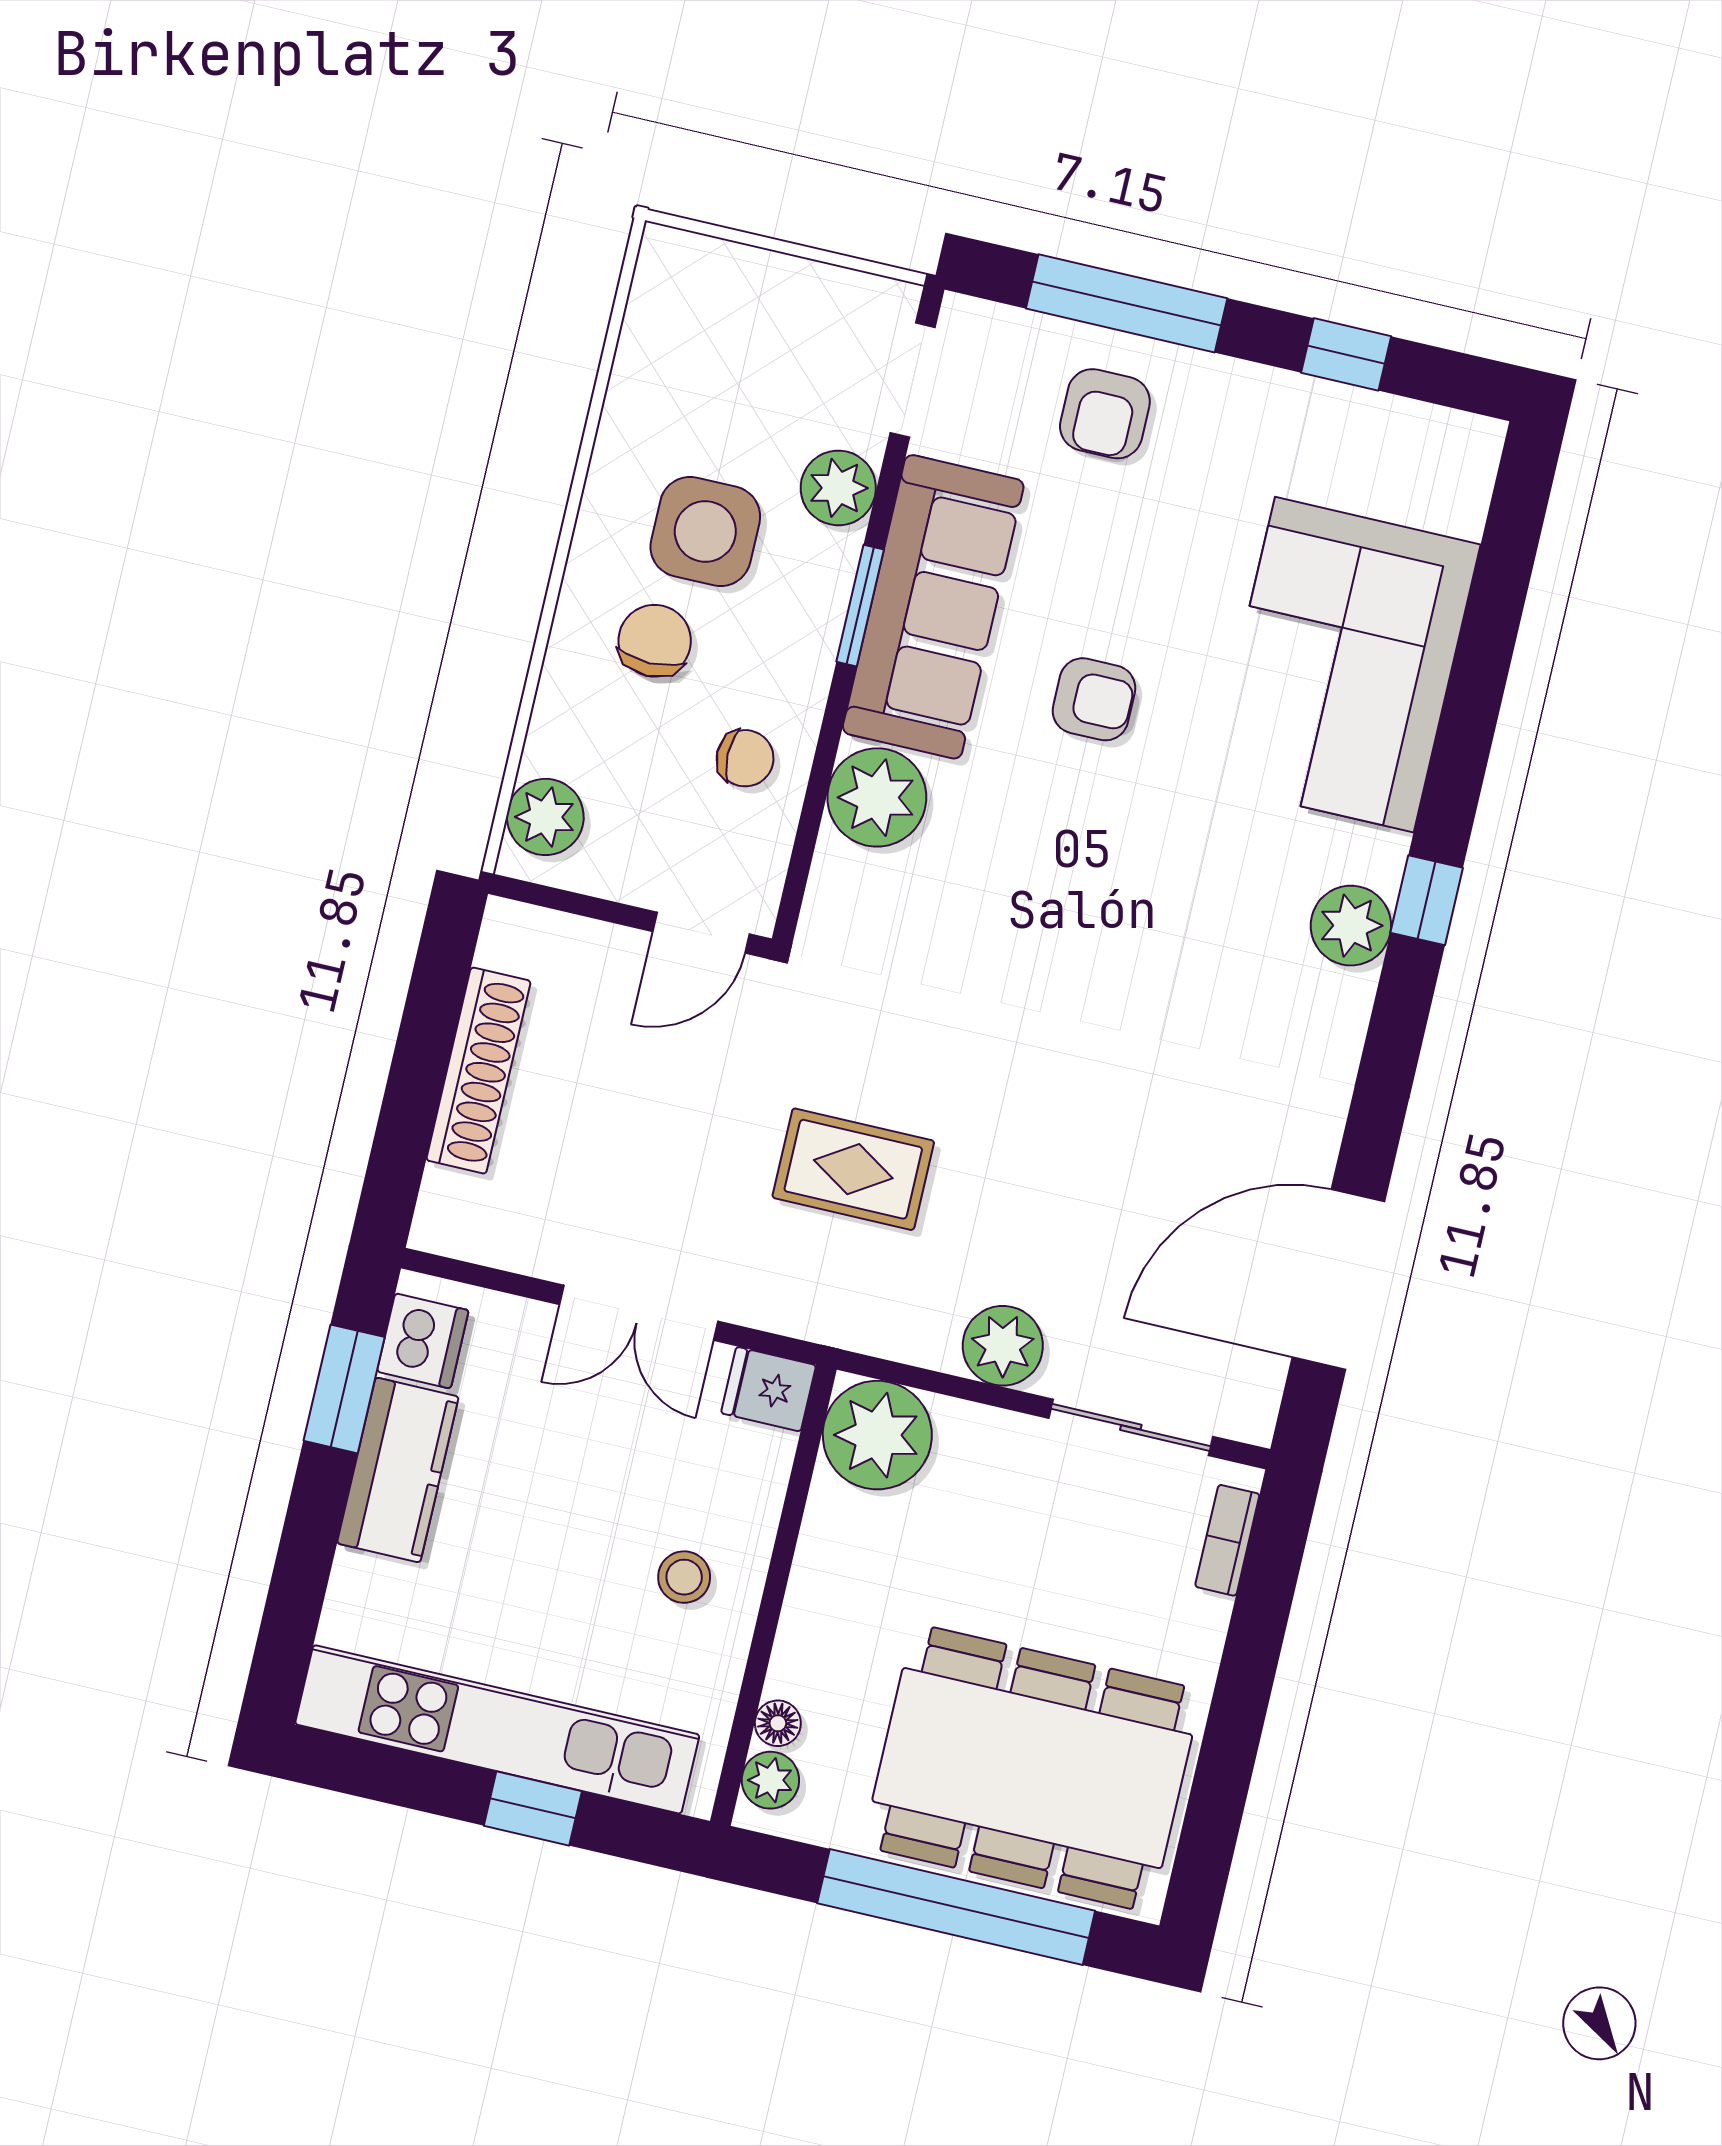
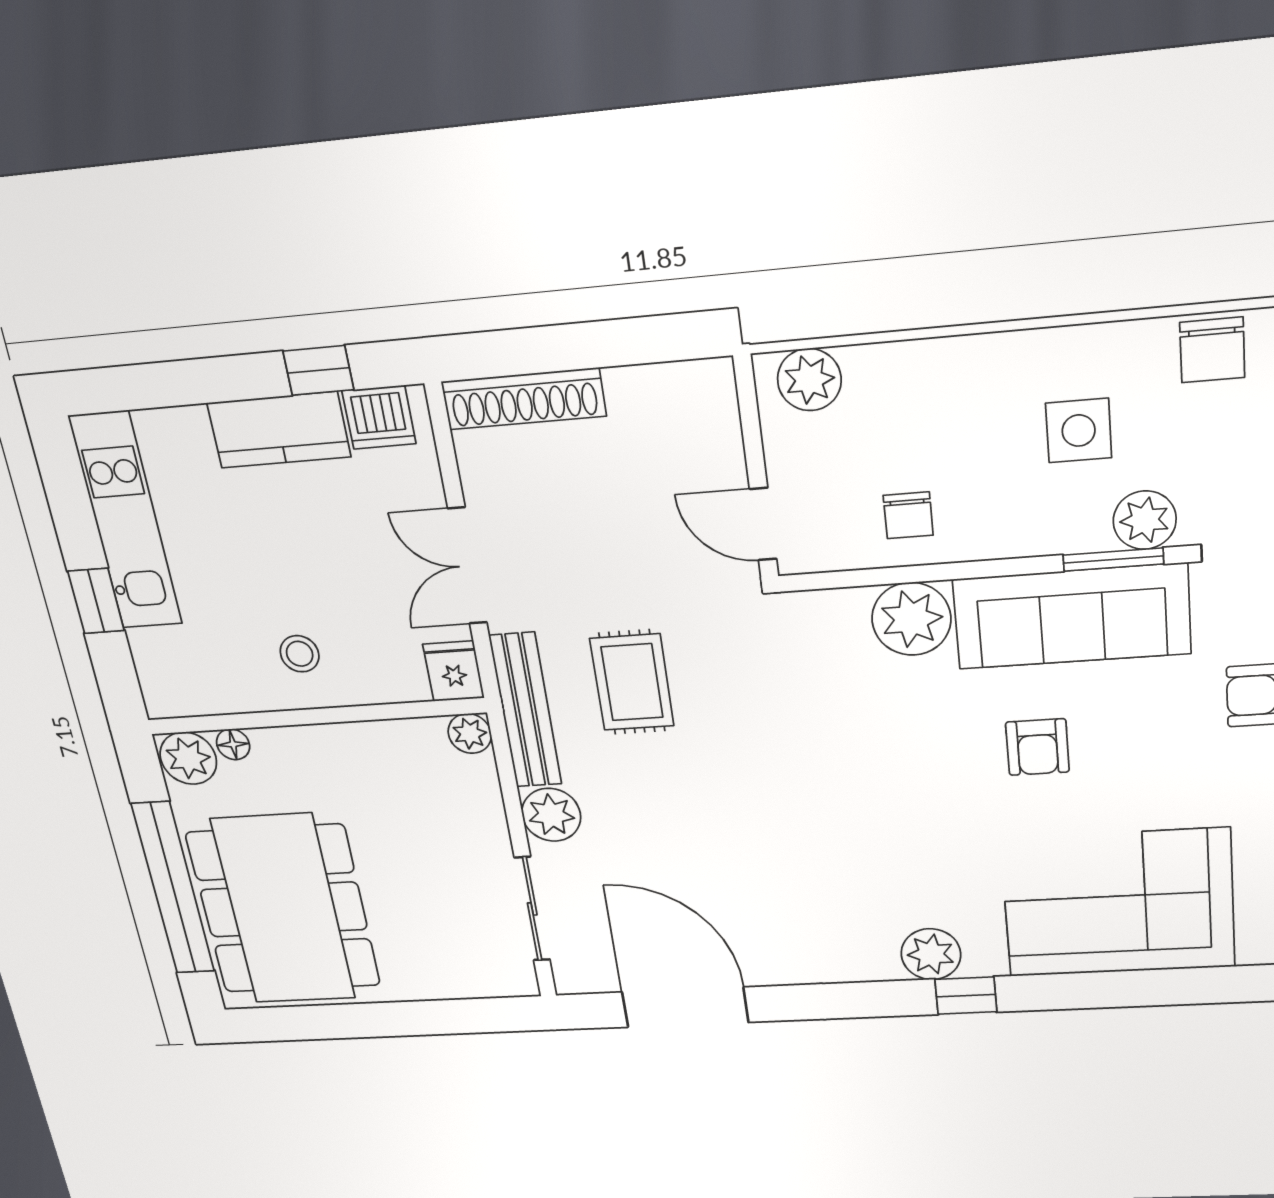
side table: (705, 532) -> (1079, 431), width x0.73, depth x0.73
window: (860, 606) -> (1113, 560), moved
chair: (655, 641) -> (1212, 350), moved, turned 90
shoe rack: (478, 1071) -> (524, 399), moved
bench: (849, 1319) -> (525, 710), added
window: (344, 1389) -> (318, 370), width x0.67
plant: (877, 1435) -> (470, 734), width x0.53, depth x0.53
bookcase: (1227, 1540) -> (485, 986), removed
kitchen unit: (497, 1729) -> (126, 521), width x0.73
plant: (770, 1780) -> (188, 758), width x1.38, depth x1.38

